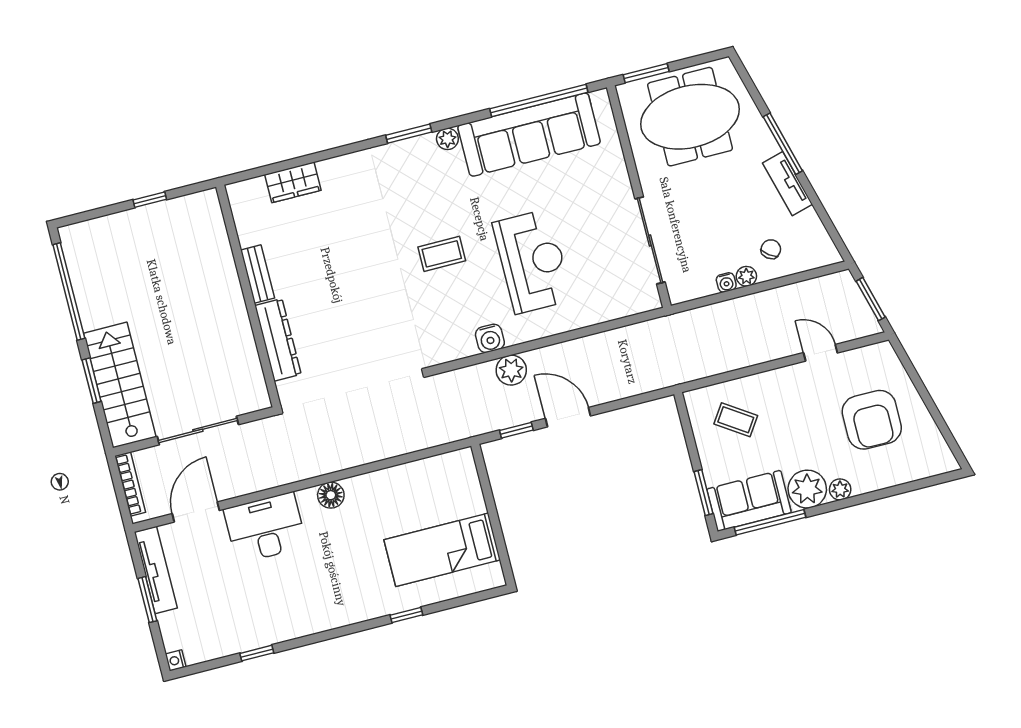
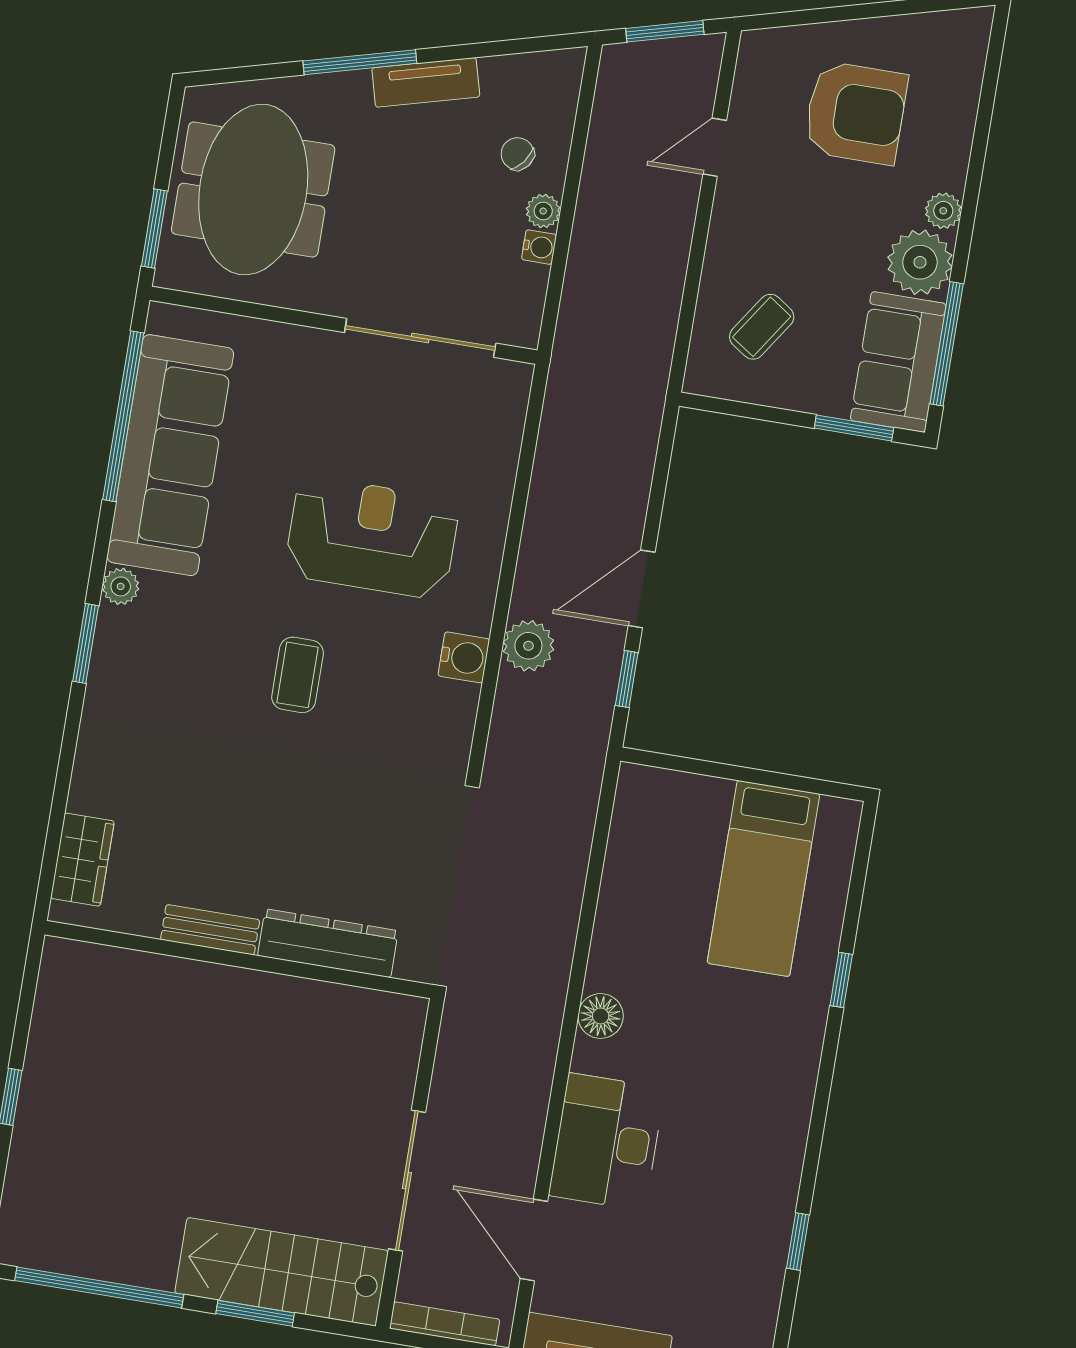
bench: (258, 274) -> (210, 930), moved
wall: (248, 296) -> (238, 960), moved
dresser: (278, 340) -> (328, 943), moved

